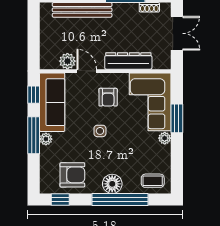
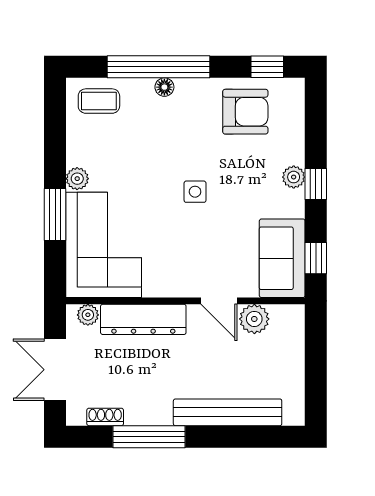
plant: (159, 63) -> (88, 315), added
armchair: (108, 97) -> (180, 253), removed
sofa: (52, 102) -> (282, 258), width x0.73
window: (34, 135) -> (316, 184), width x0.46
armchair: (72, 175) -> (245, 112), turned 180
floor lamp: (112, 184) -> (164, 87), width x0.53, depth x0.53

